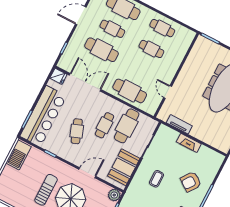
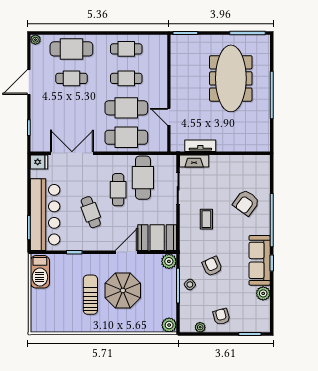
cafe table: (102, 50) -> (126, 108), moved
fireplace: (189, 143) -> (194, 161), moved
booth: (124, 167) -> (157, 238), moved, turned 90

